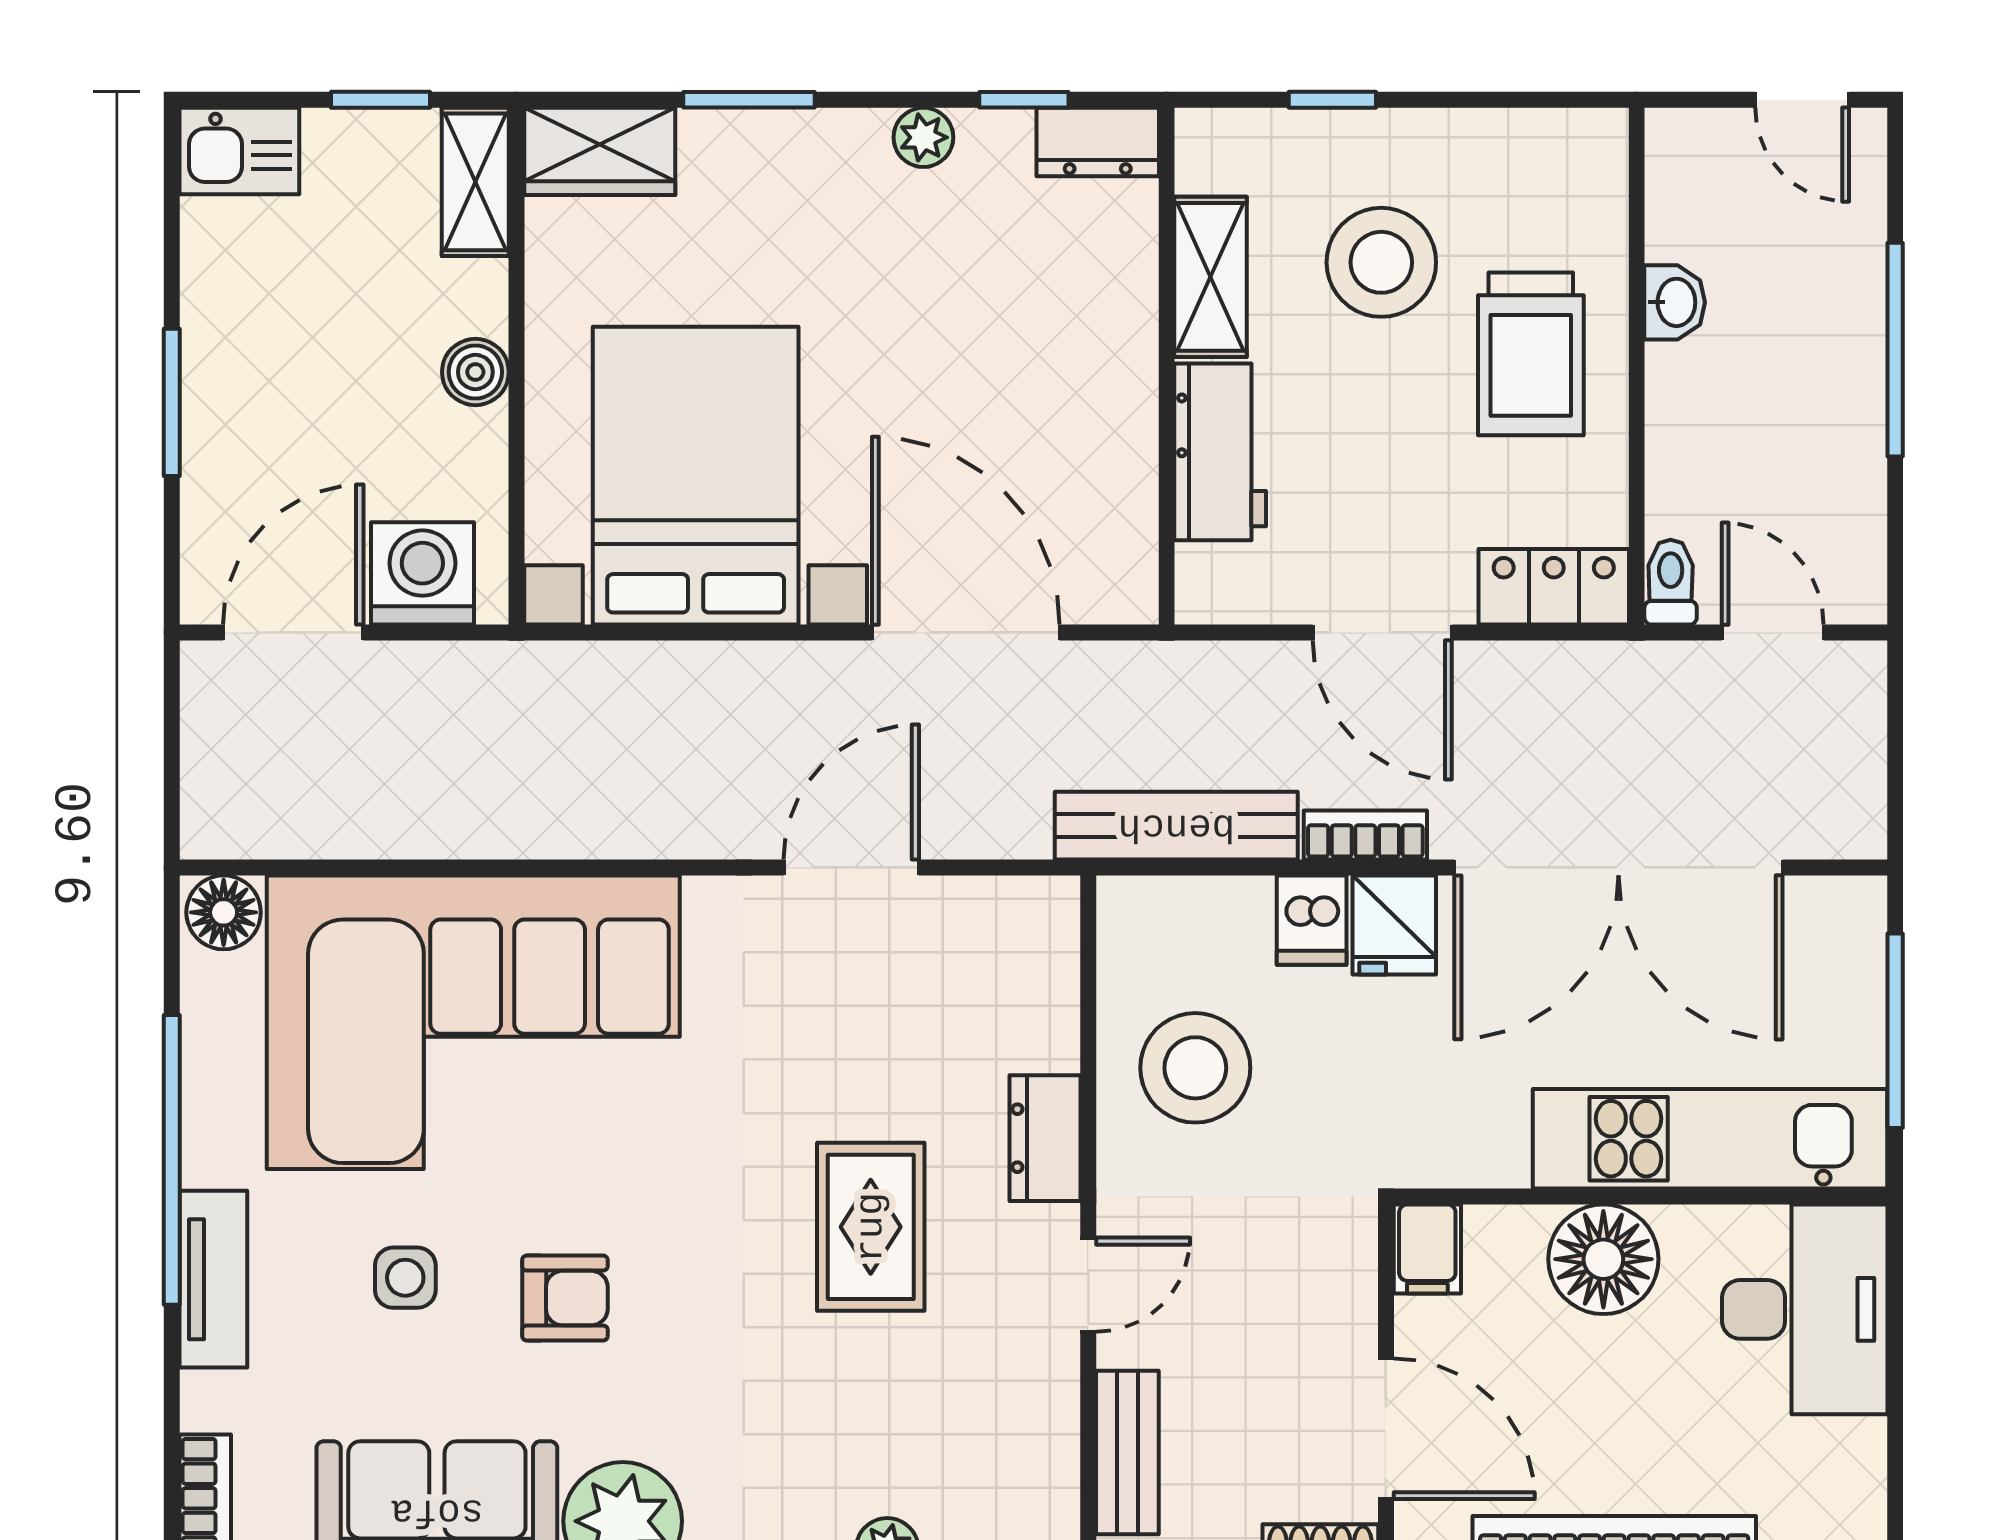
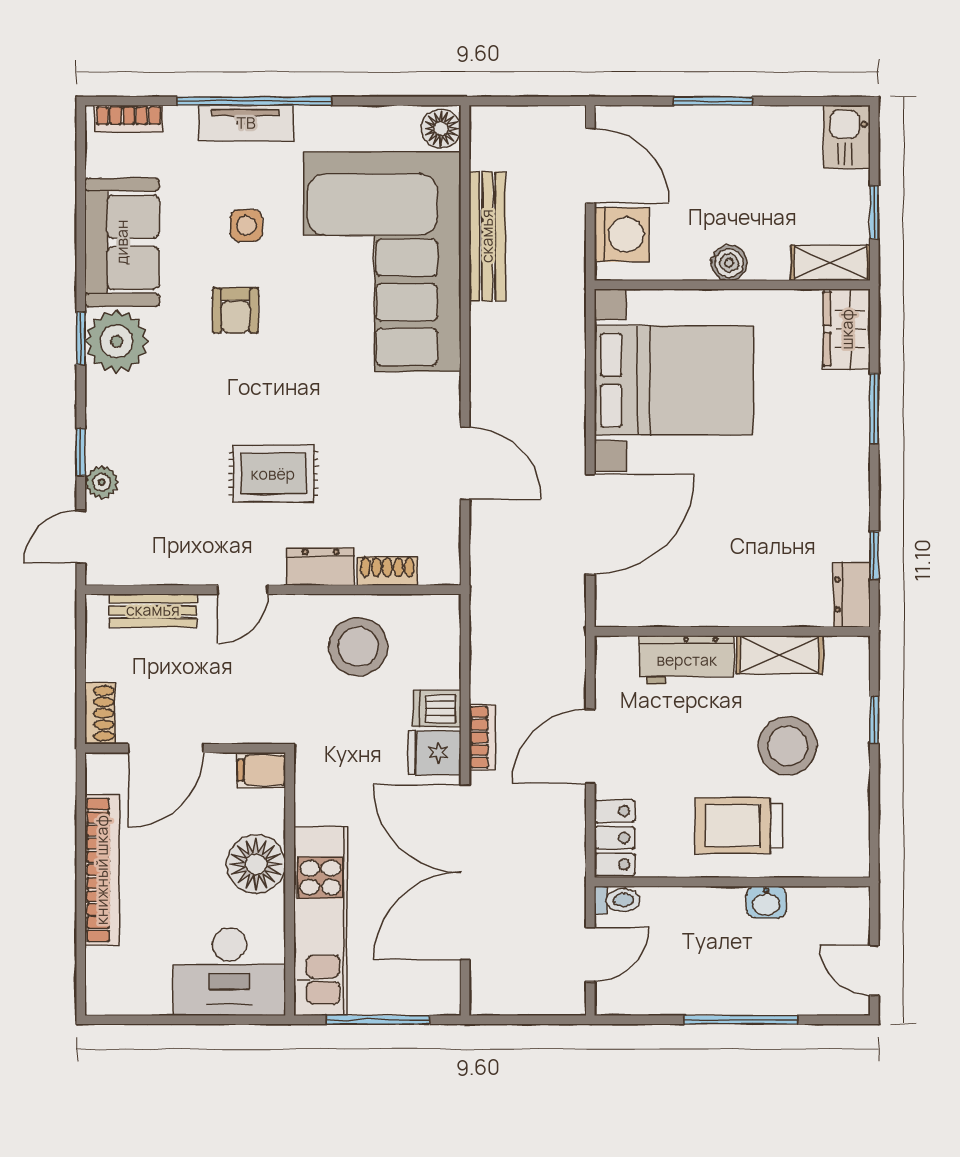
door: (1802, 100) -> (874, 970), hinge flipped
plant: (923, 137) -> (854, 502), removed
bench: (1176, 826) -> (487, 236), moved
shoe rack: (1053, 1013) -> (387, 571), added
window: (172, 1160) -> (254, 101), moved
door: (1088, 1285) -> (243, 590), hinge flipped

